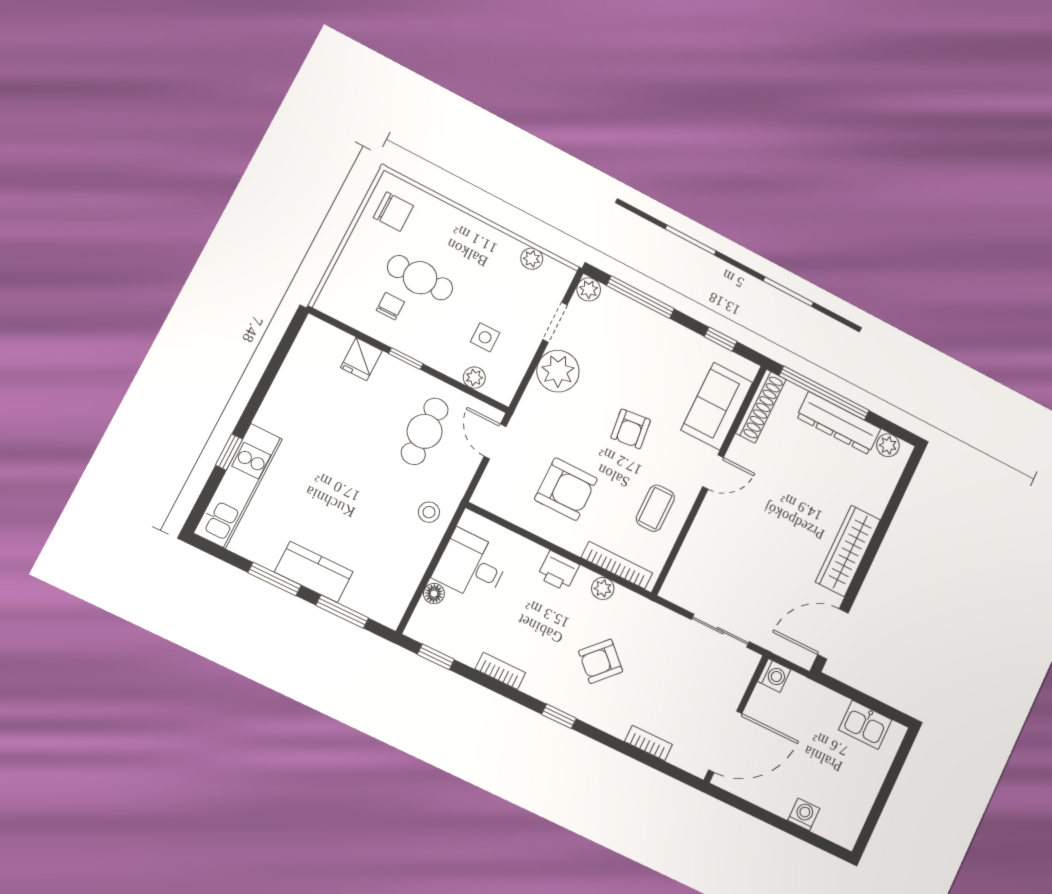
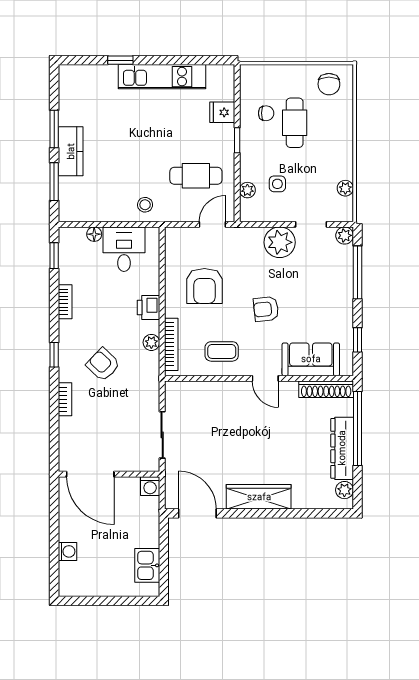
kitchen unit: (238, 486) -> (162, 77), moved
bookcase: (649, 743) -> (65, 399), moved

